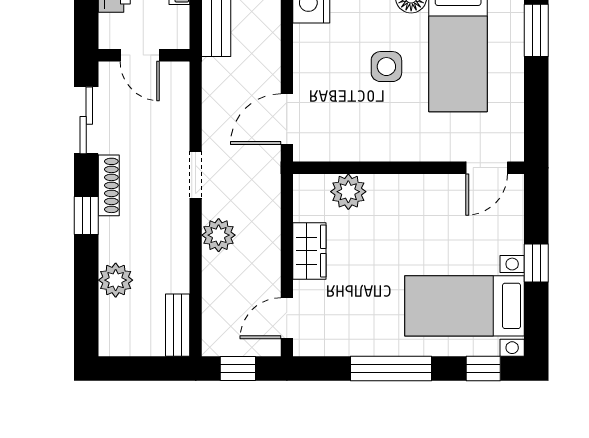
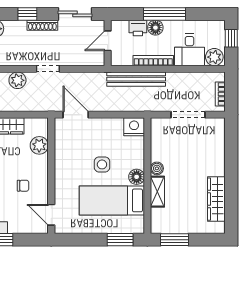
chair: (429, 224) -> (23, 186), added

